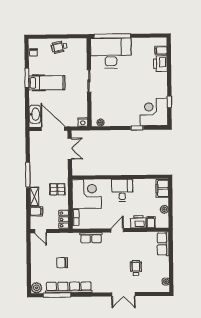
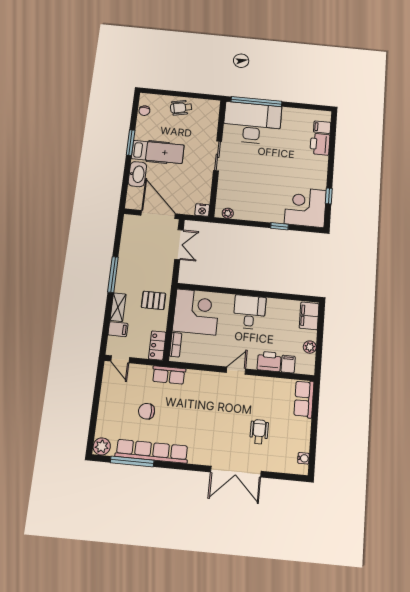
washbasin: (35, 114) -> (137, 174), moved
row of seats: (91, 238) -> (169, 375), moved
double door: (123, 294) -> (236, 472), width x1.37

